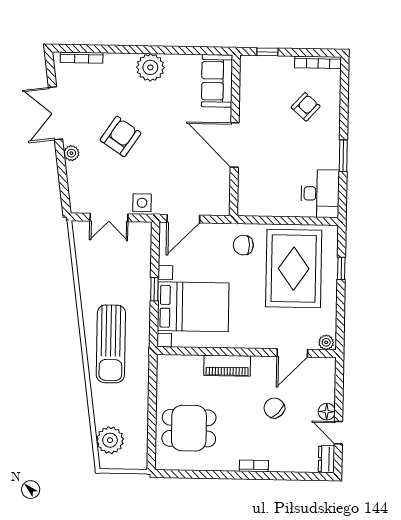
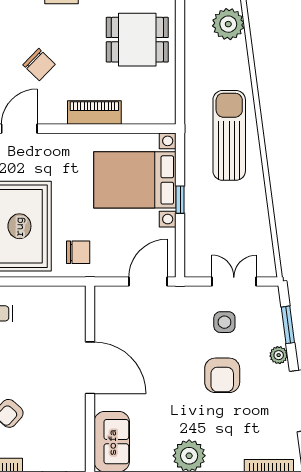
armchair: (121, 136) -> (222, 375), turned -34
window: (63, 179) -> (288, 325), added
side table: (142, 203) -> (224, 322), moved

